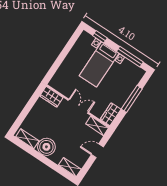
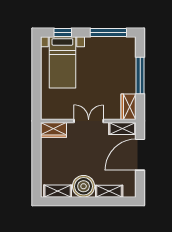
bed with nightstands: (99, 65) -> (62, 62), moved
door: (97, 151) -> (140, 155), width x1.87
shelving: (70, 167) -> (109, 191), moved

